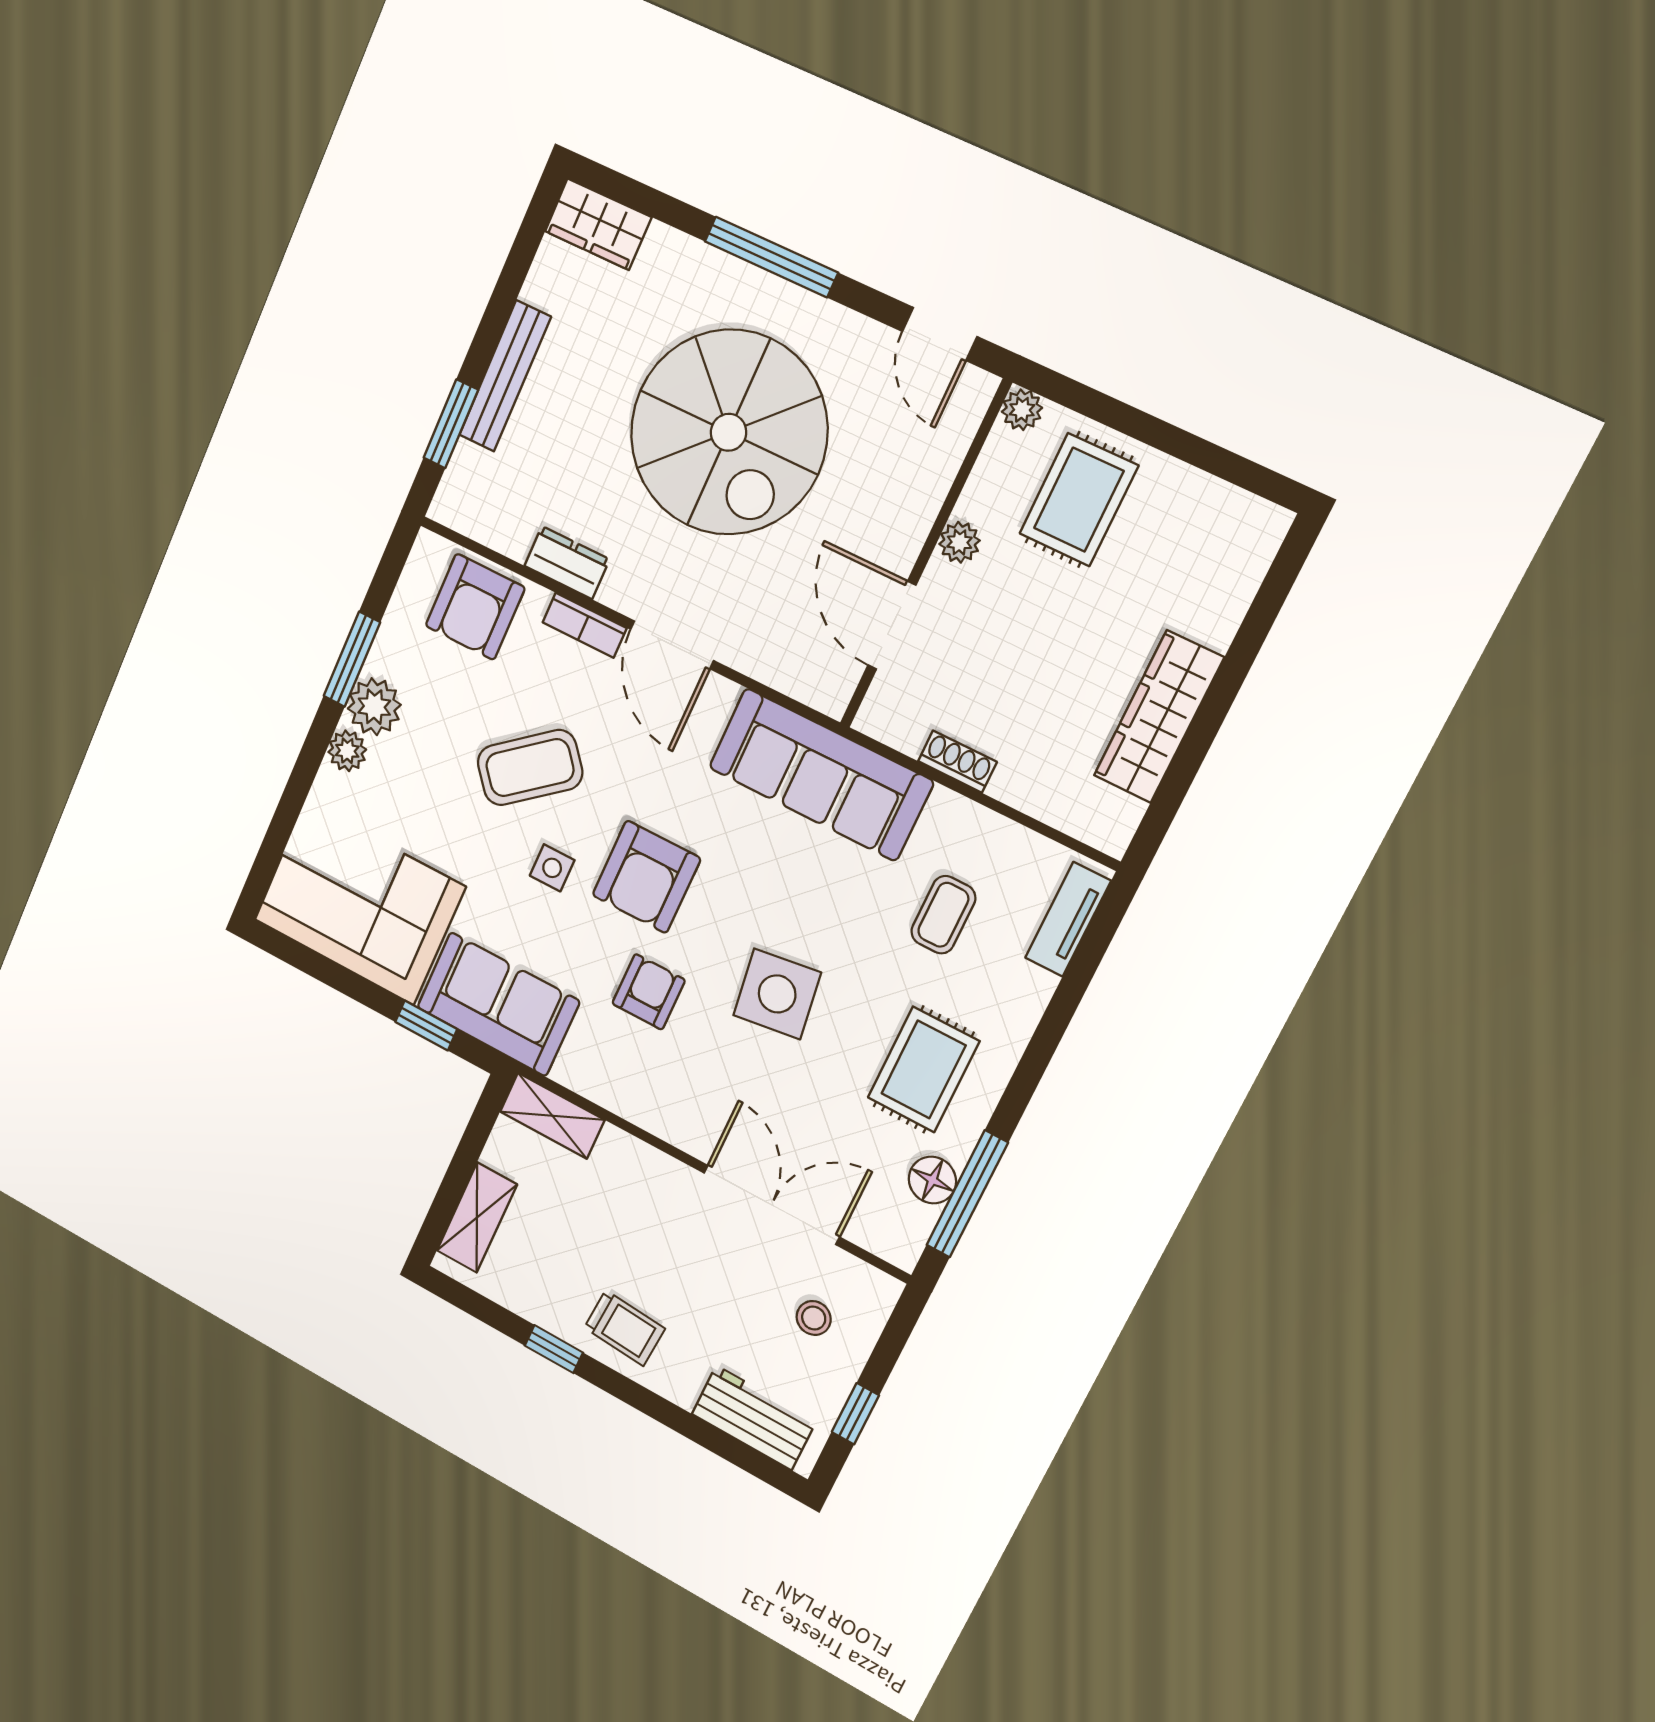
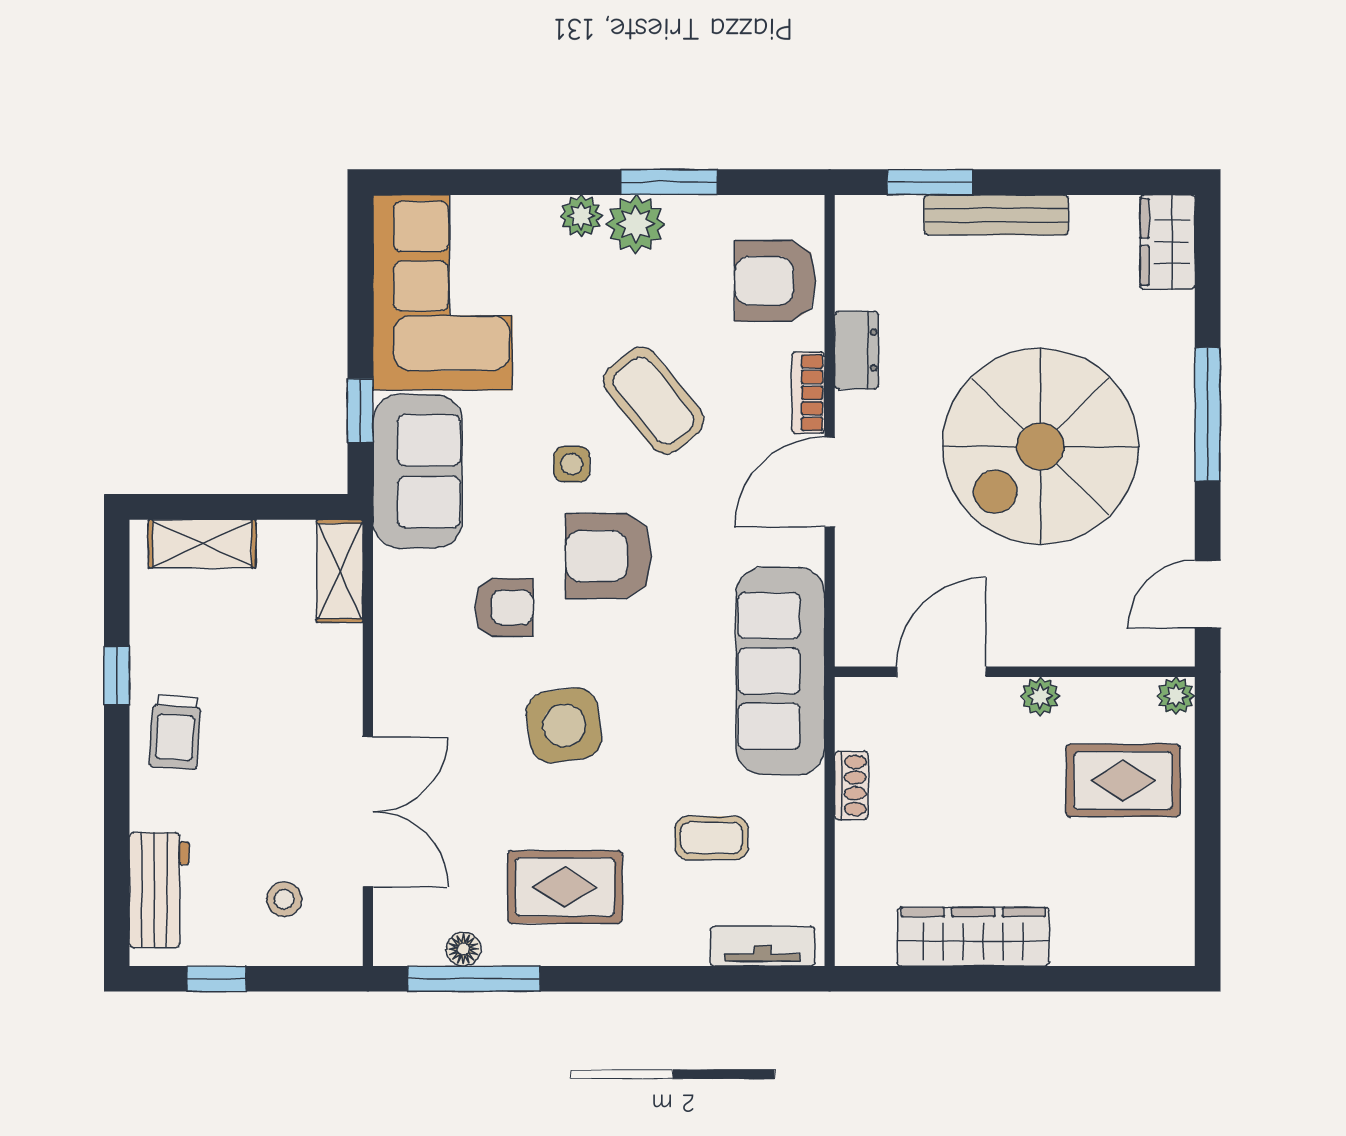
floor lamp: (932, 1180) -> (463, 949), width x0.73, depth x0.73

